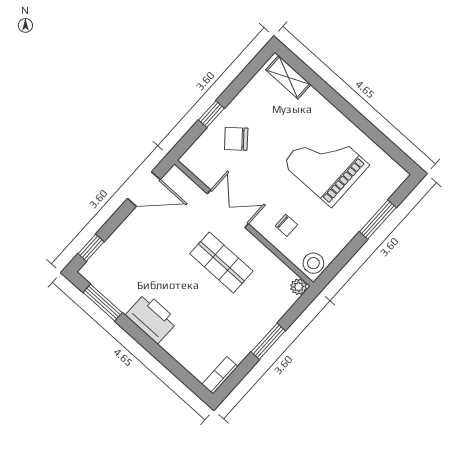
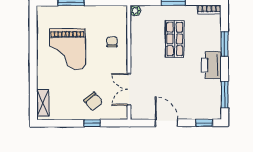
door: (144, 189) -> (166, 123), moved
double door: (228, 209) -> (129, 89), moved
shop shelf: (221, 262) -> (175, 39), moved
stool: (313, 263) -> (118, 14), removed
window: (163, 357) -> (225, 44), added

